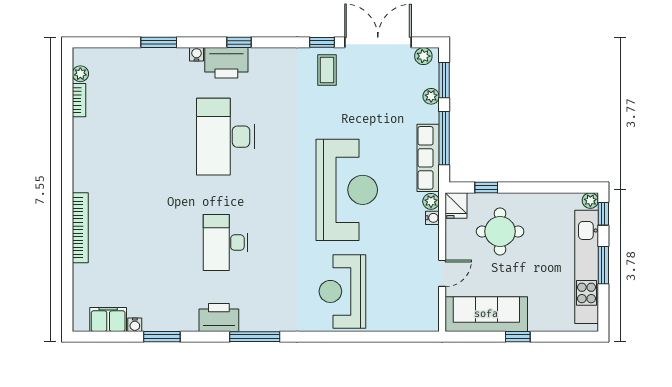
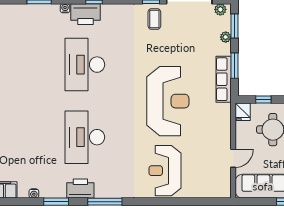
window: (444, 138) -> (235, 66), width x0.69
plant: (431, 201) -> (226, 109), removed
water cooler: (432, 218) -> (226, 120), removed
desk: (225, 243) -> (85, 137), width x1.36, depth x1.30
water cooler: (135, 325) -> (34, 193), moved
window: (162, 337) -> (56, 202), moved

